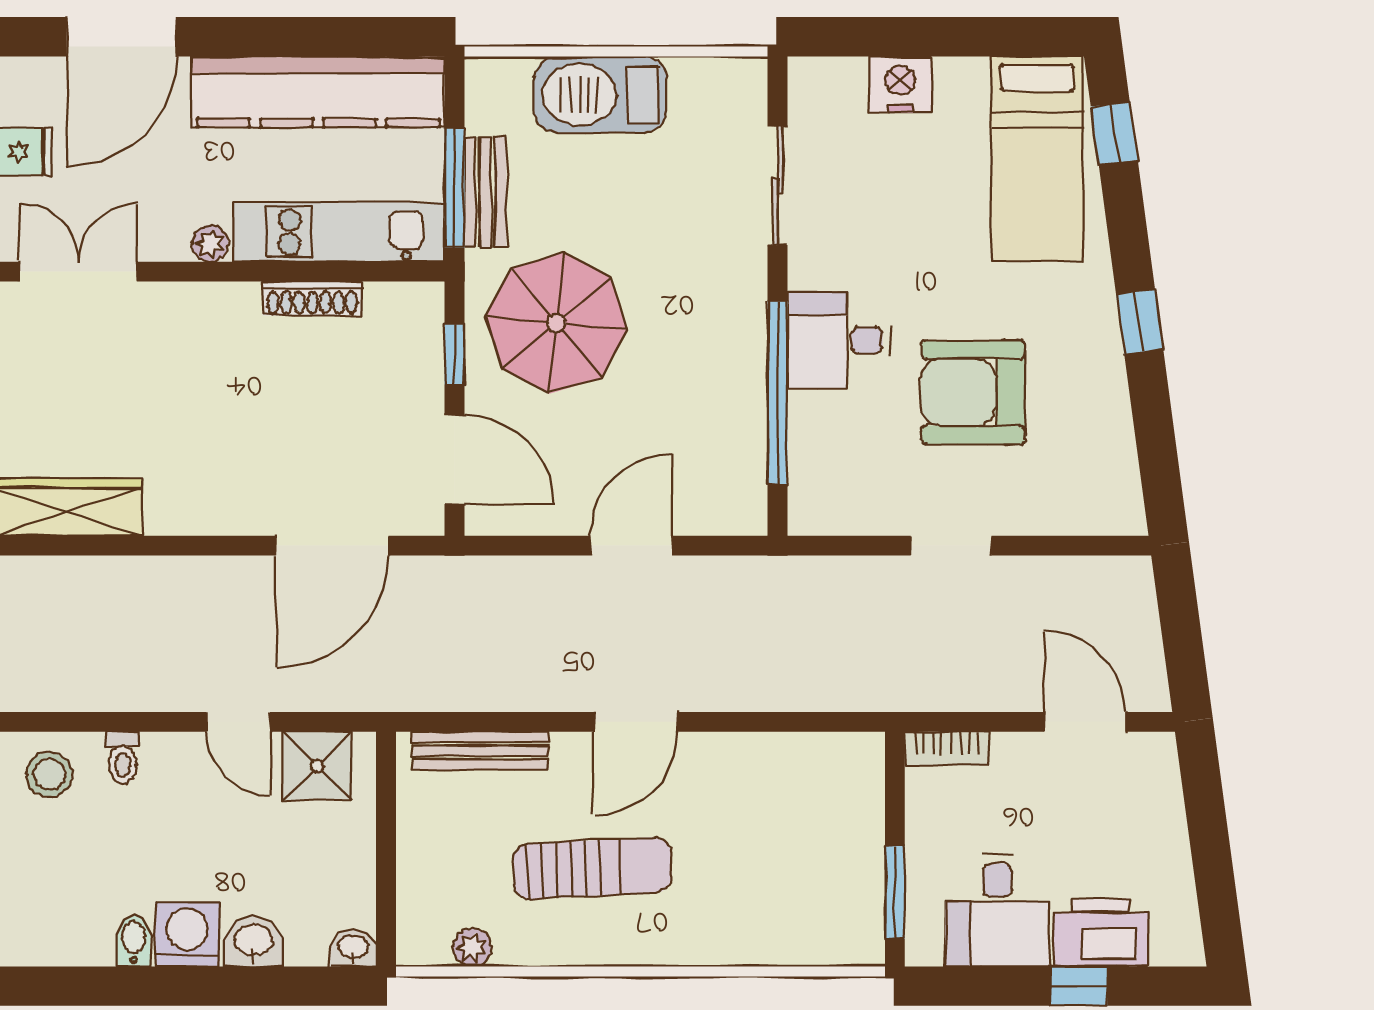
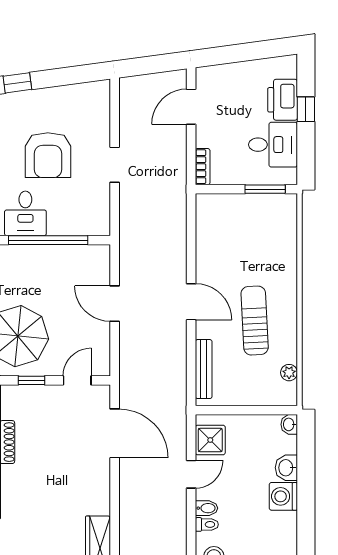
door: (454, 459) -> (77, 380), width x0.73
bidet: (134, 941) -> (206, 508), moved, turned 180

